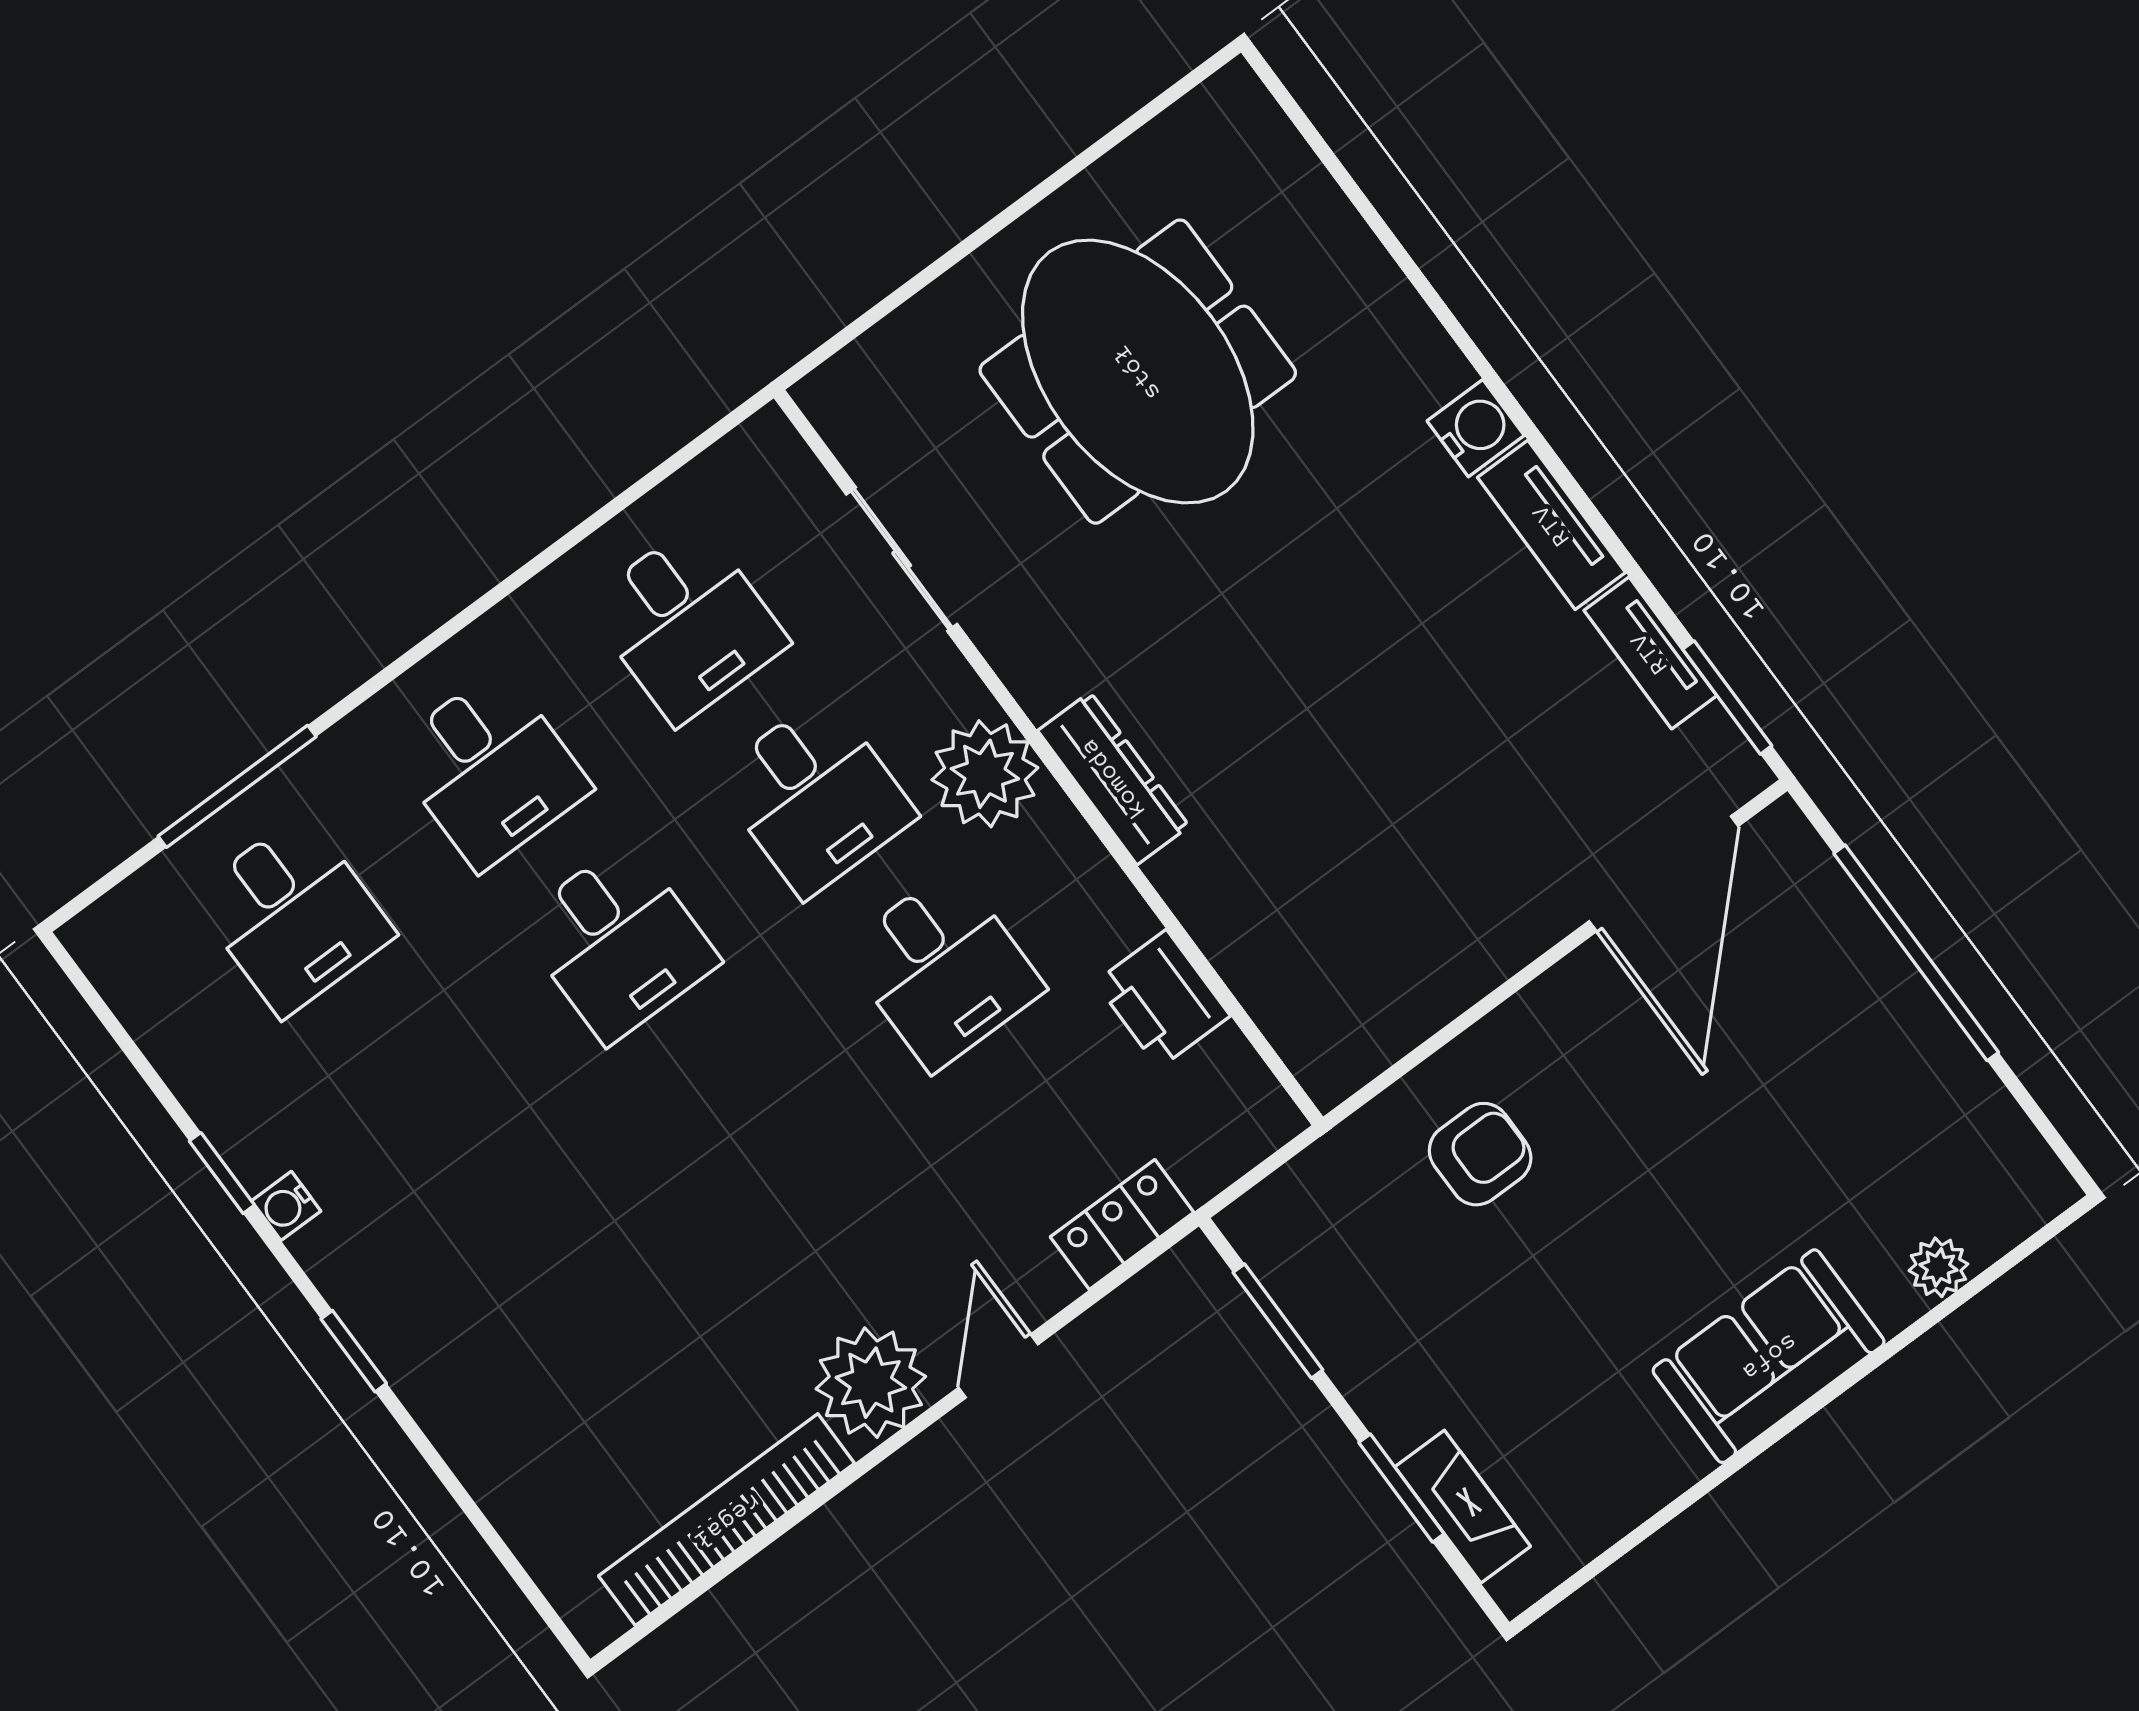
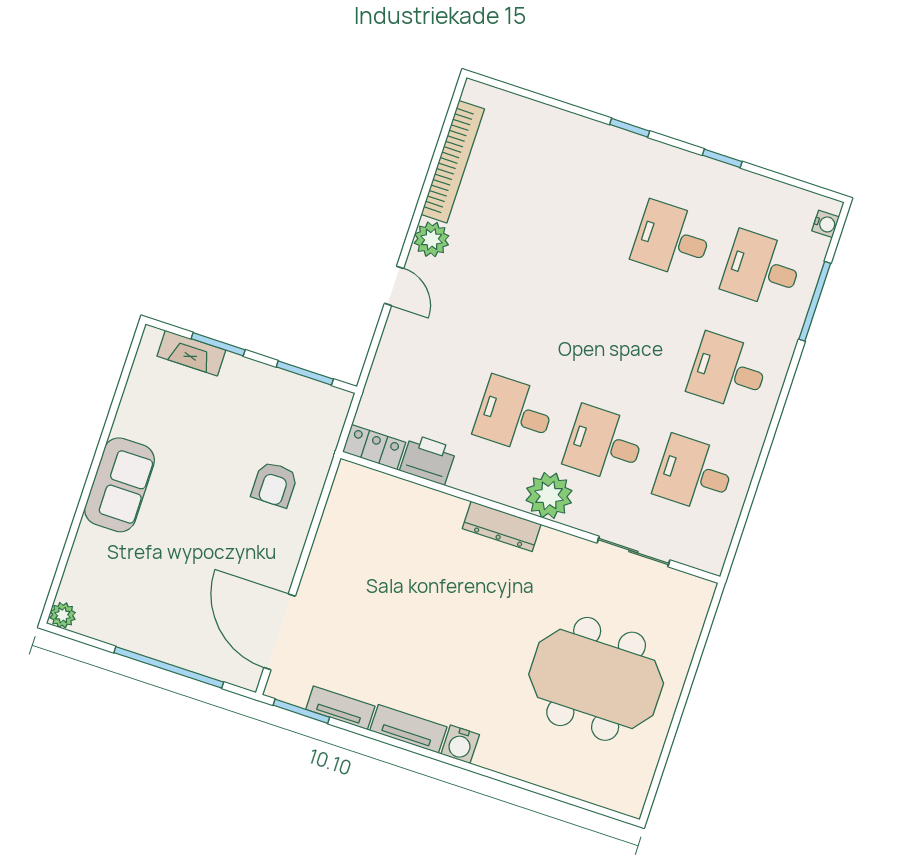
desk: (618, 942) -> (672, 240), moved
water cooler: (286, 1206) -> (826, 224), moved, turned 90
locker: (1122, 1225) -> (374, 447), moved, turned -90
plant: (1938, 1267) -> (63, 615), moved
plant: (871, 1383) -> (431, 239), width x0.73, depth x0.73

